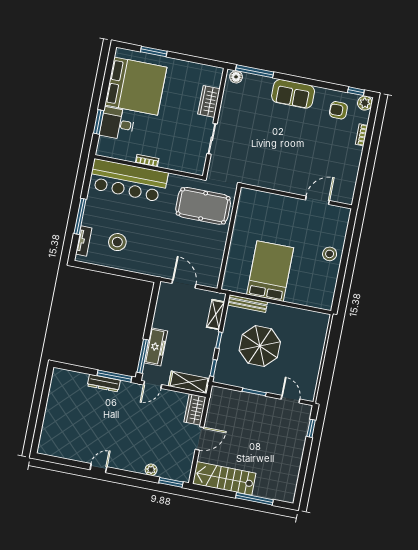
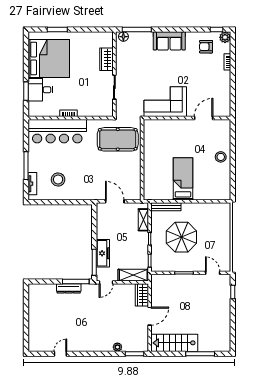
corner sofa: (273, 170) -> (165, 102), added
bed: (270, 271) -> (183, 179), width x0.67
door: (98, 468) -> (60, 354), moved

